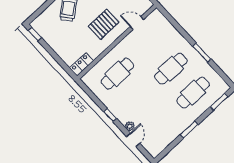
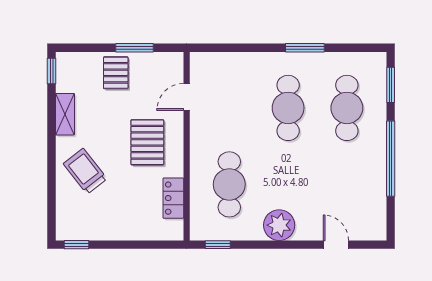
locker: (82, 64) -> (173, 198), moved
window: (110, 115) -> (218, 245), moved
plant: (130, 126) -> (279, 225), moved, width x1.87, depth x1.87
window: (189, 130) -> (391, 159), width x2.11

